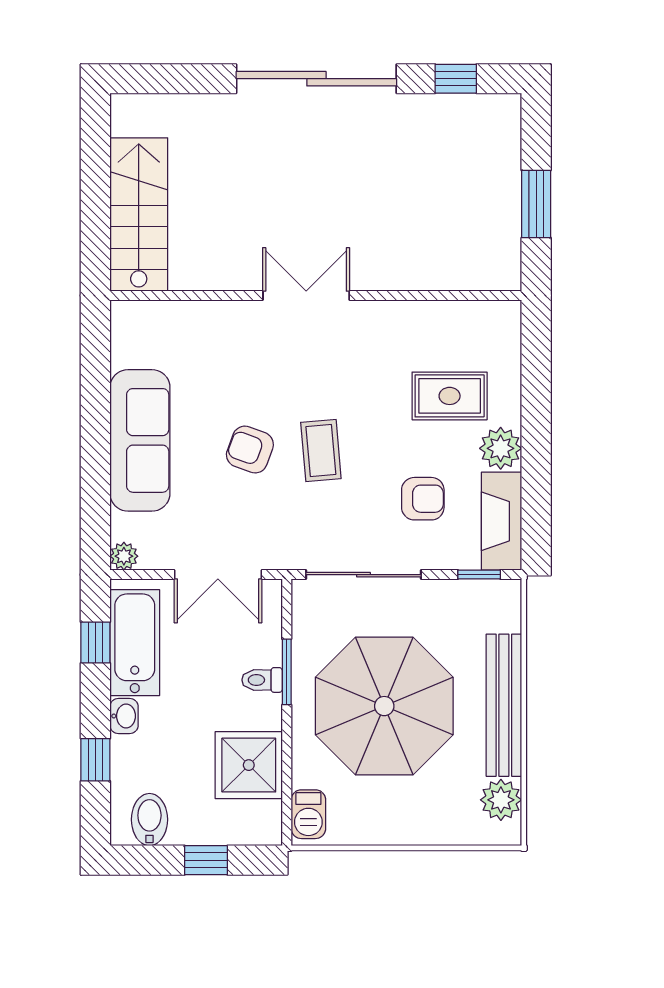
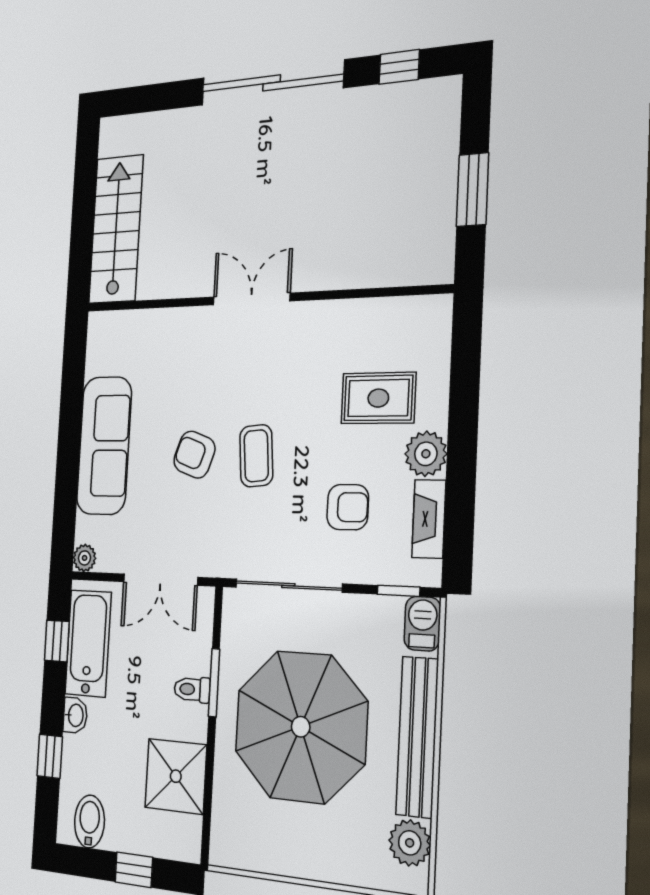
fireplace: (501, 521) -> (429, 519), width x0.73, depth x0.76
barbecue: (308, 814) -> (422, 624), moved, turned 180

